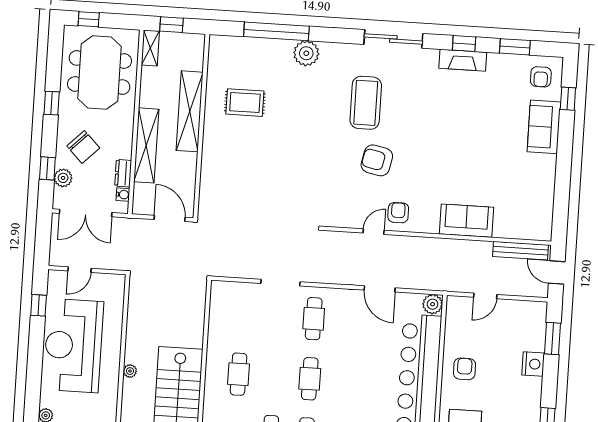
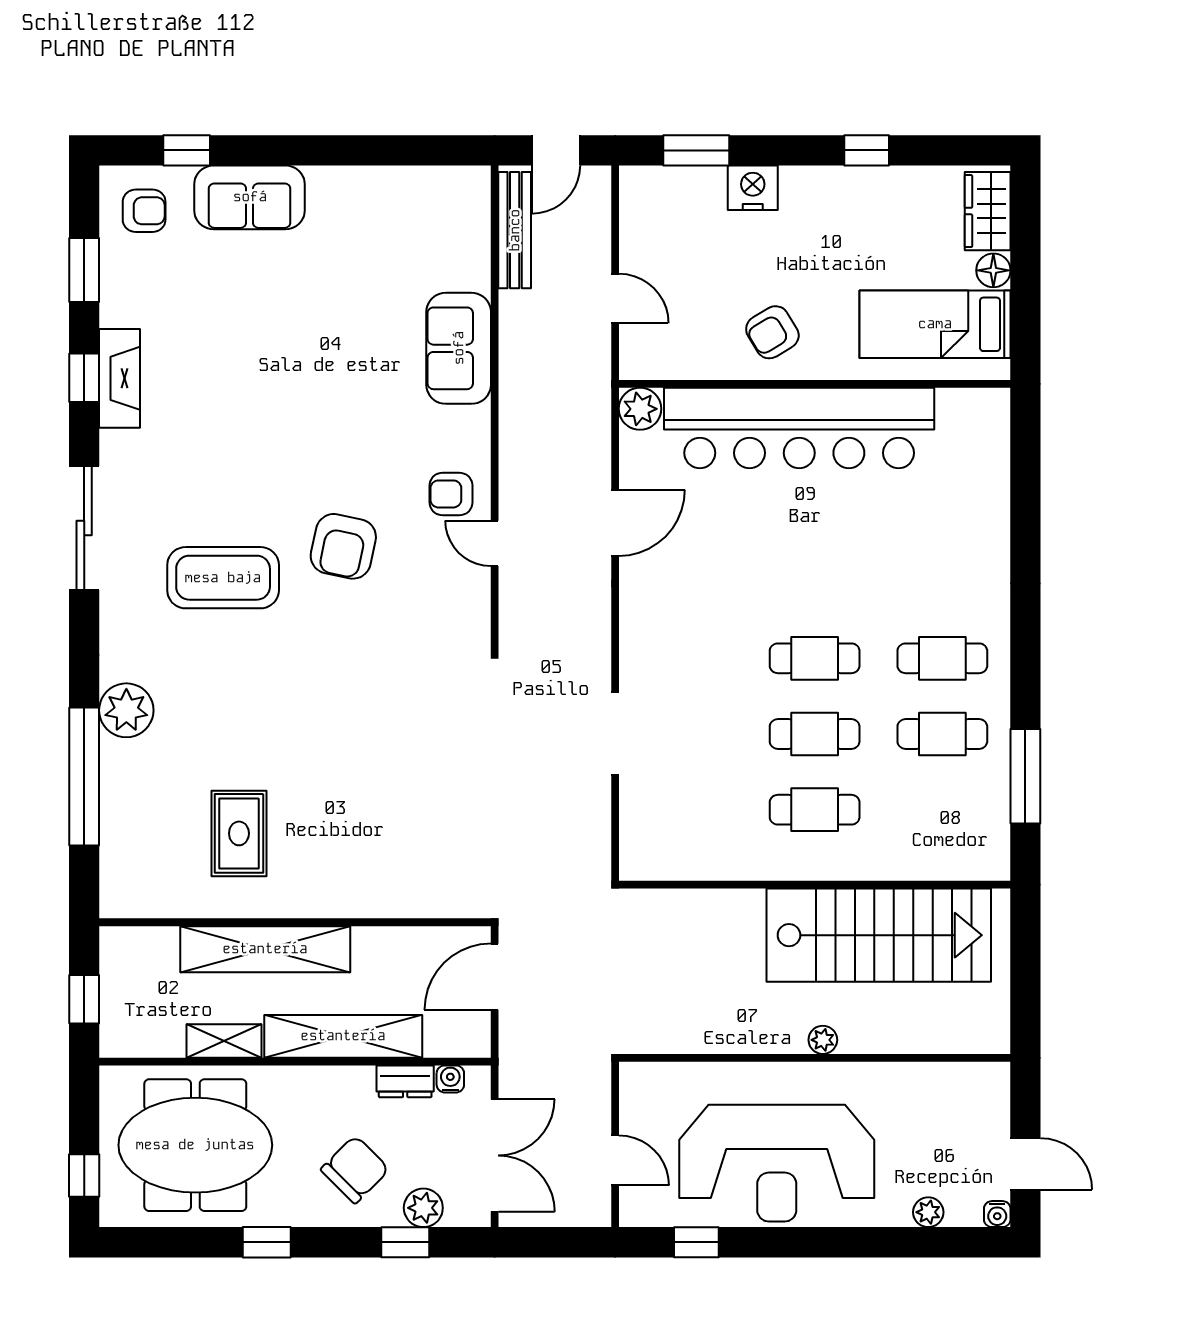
shelving: (150, 48) -> (224, 1041), moved
cafe table: (314, 319) -> (815, 734), moved
armchair: (465, 369) -> (772, 332), turned -31

